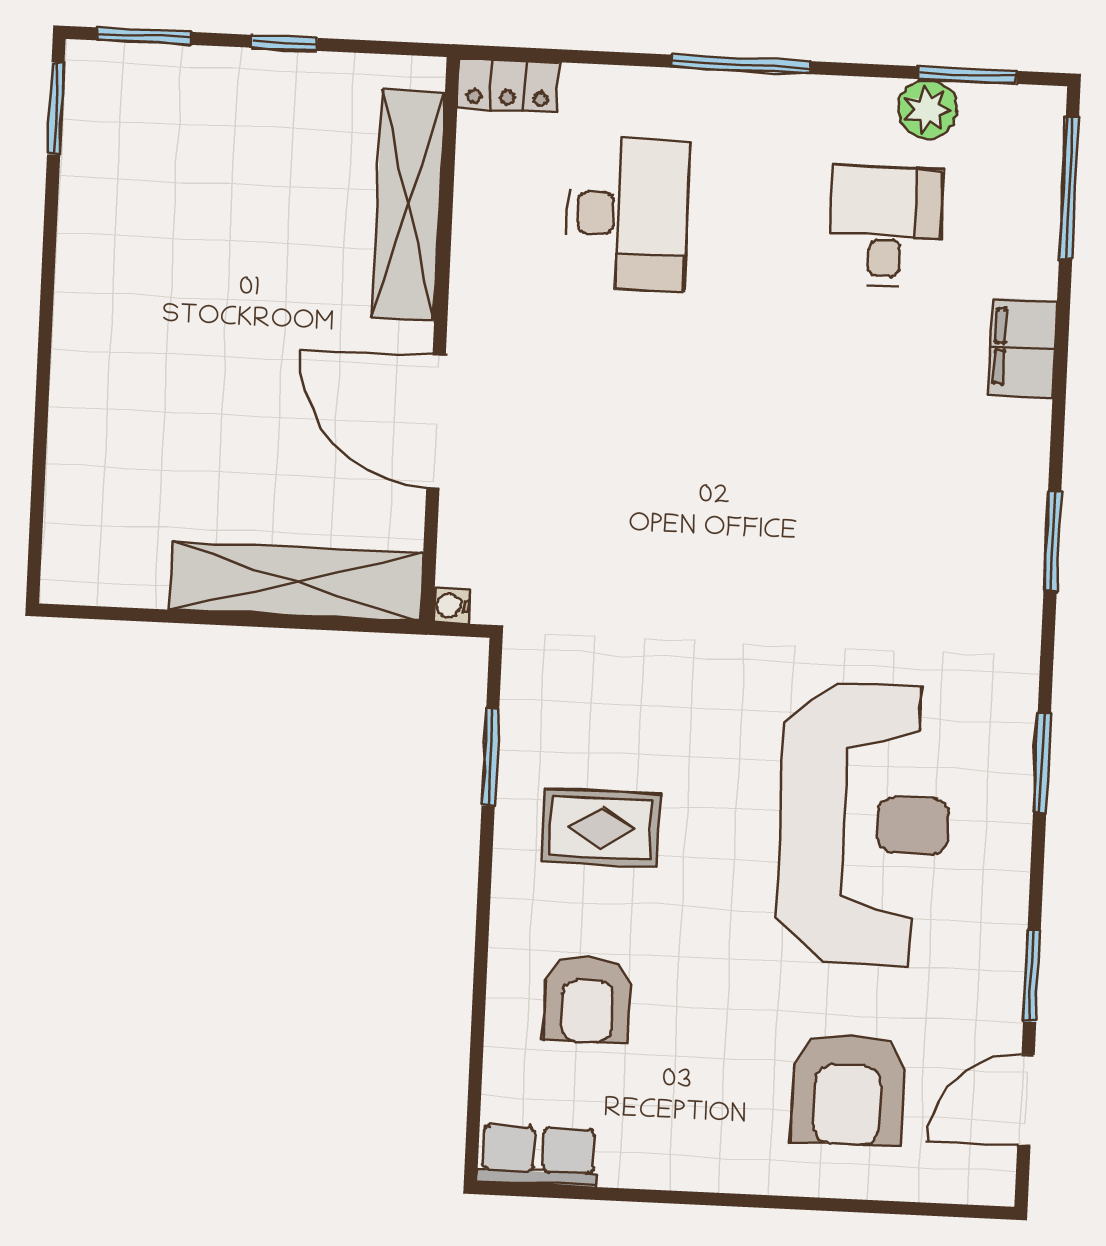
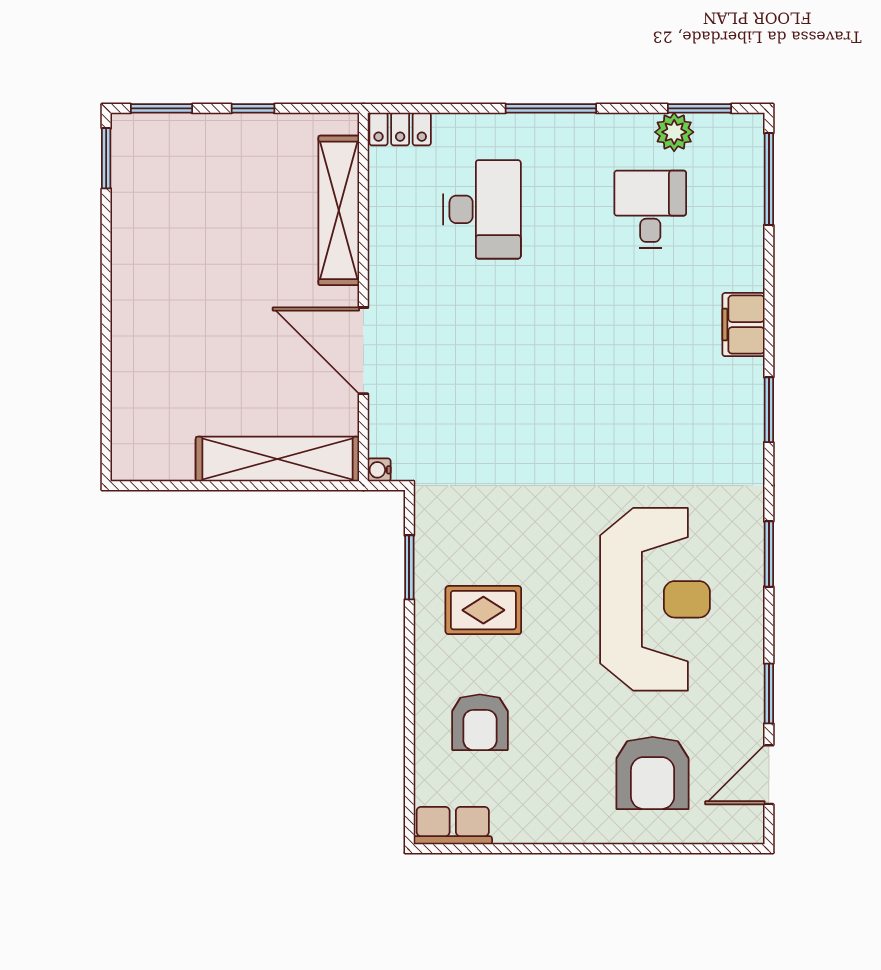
filing cabinet: (1023, 348) -> (743, 325), moved

